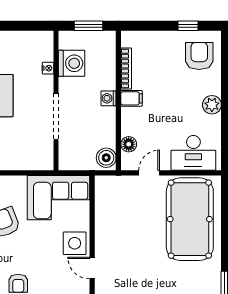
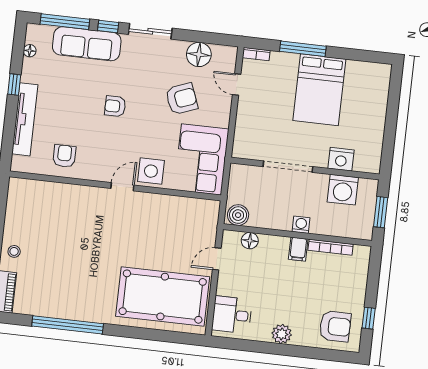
nightstand: (48, 68) -> (341, 159), width x1.89, depth x1.79
desk: (193, 153) -> (232, 315), width x0.73
door: (149, 173) -> (217, 259), swing flipped

